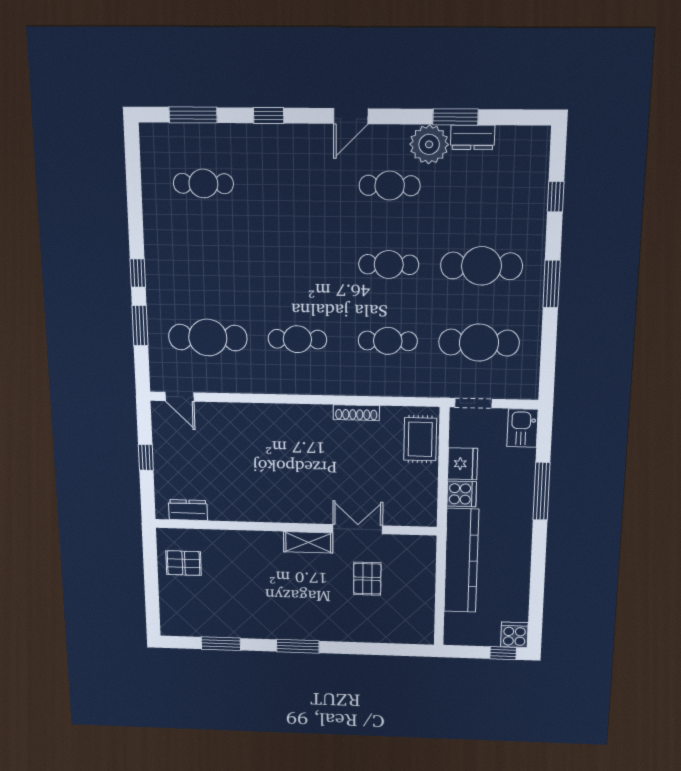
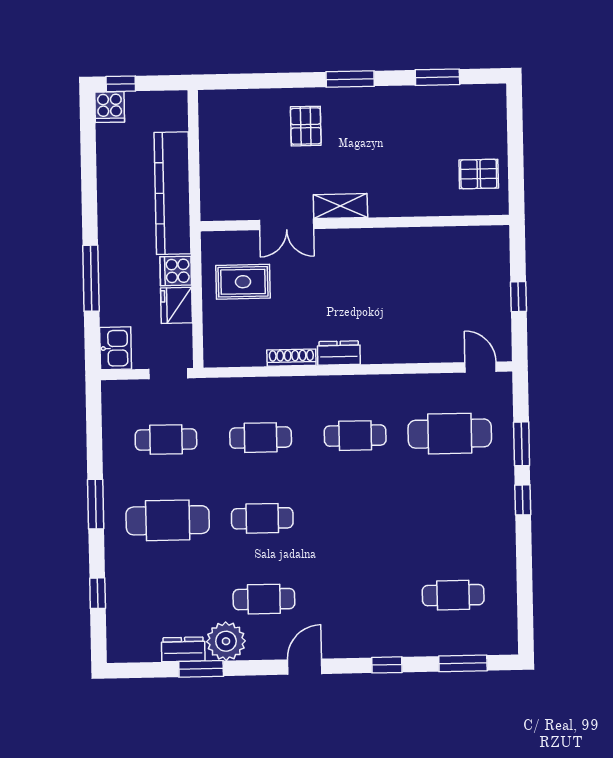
cafe table: (479, 343) -> (166, 439), width x0.73, depth x0.74
rug: (420, 439) -> (243, 282), moved, turned 90
dresser: (188, 510) -> (339, 353), moved, turned 180
pallet: (367, 579) -> (306, 126), moved

